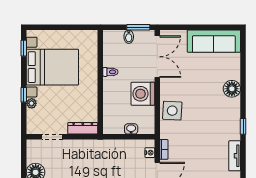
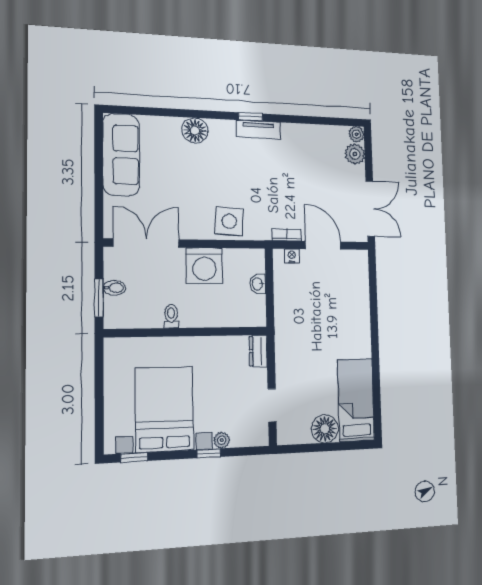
window: (138, 27) -> (99, 298), moved
dresser: (83, 128) -> (258, 351), width x0.70
tv unit: (235, 156) -> (258, 130), moved

